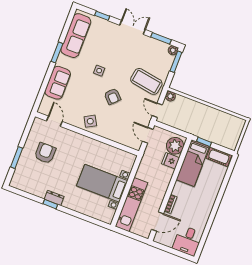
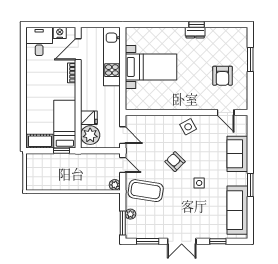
plant: (173, 50) -> (130, 214), moved
nightstand: (168, 241) -> (60, 33), added

